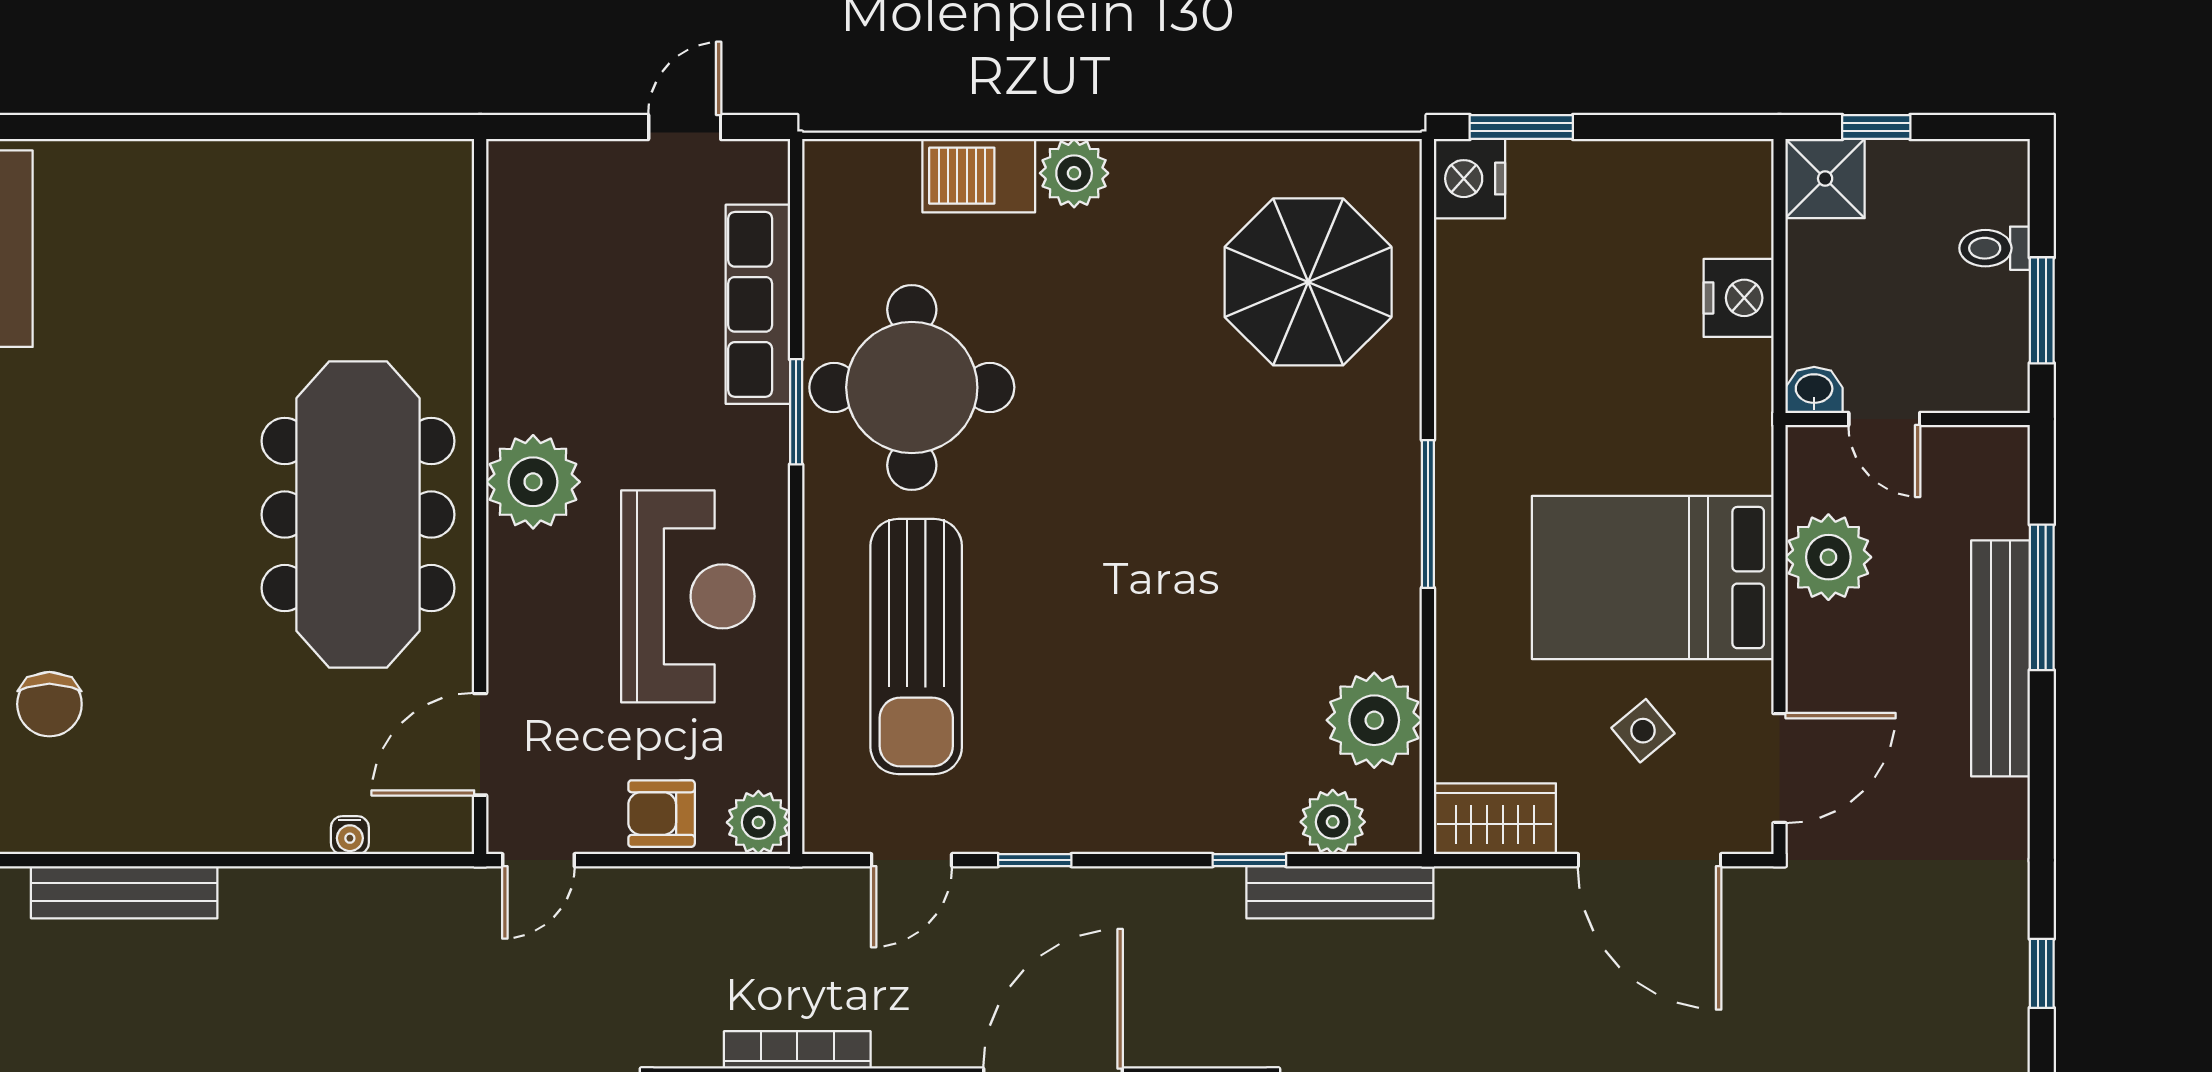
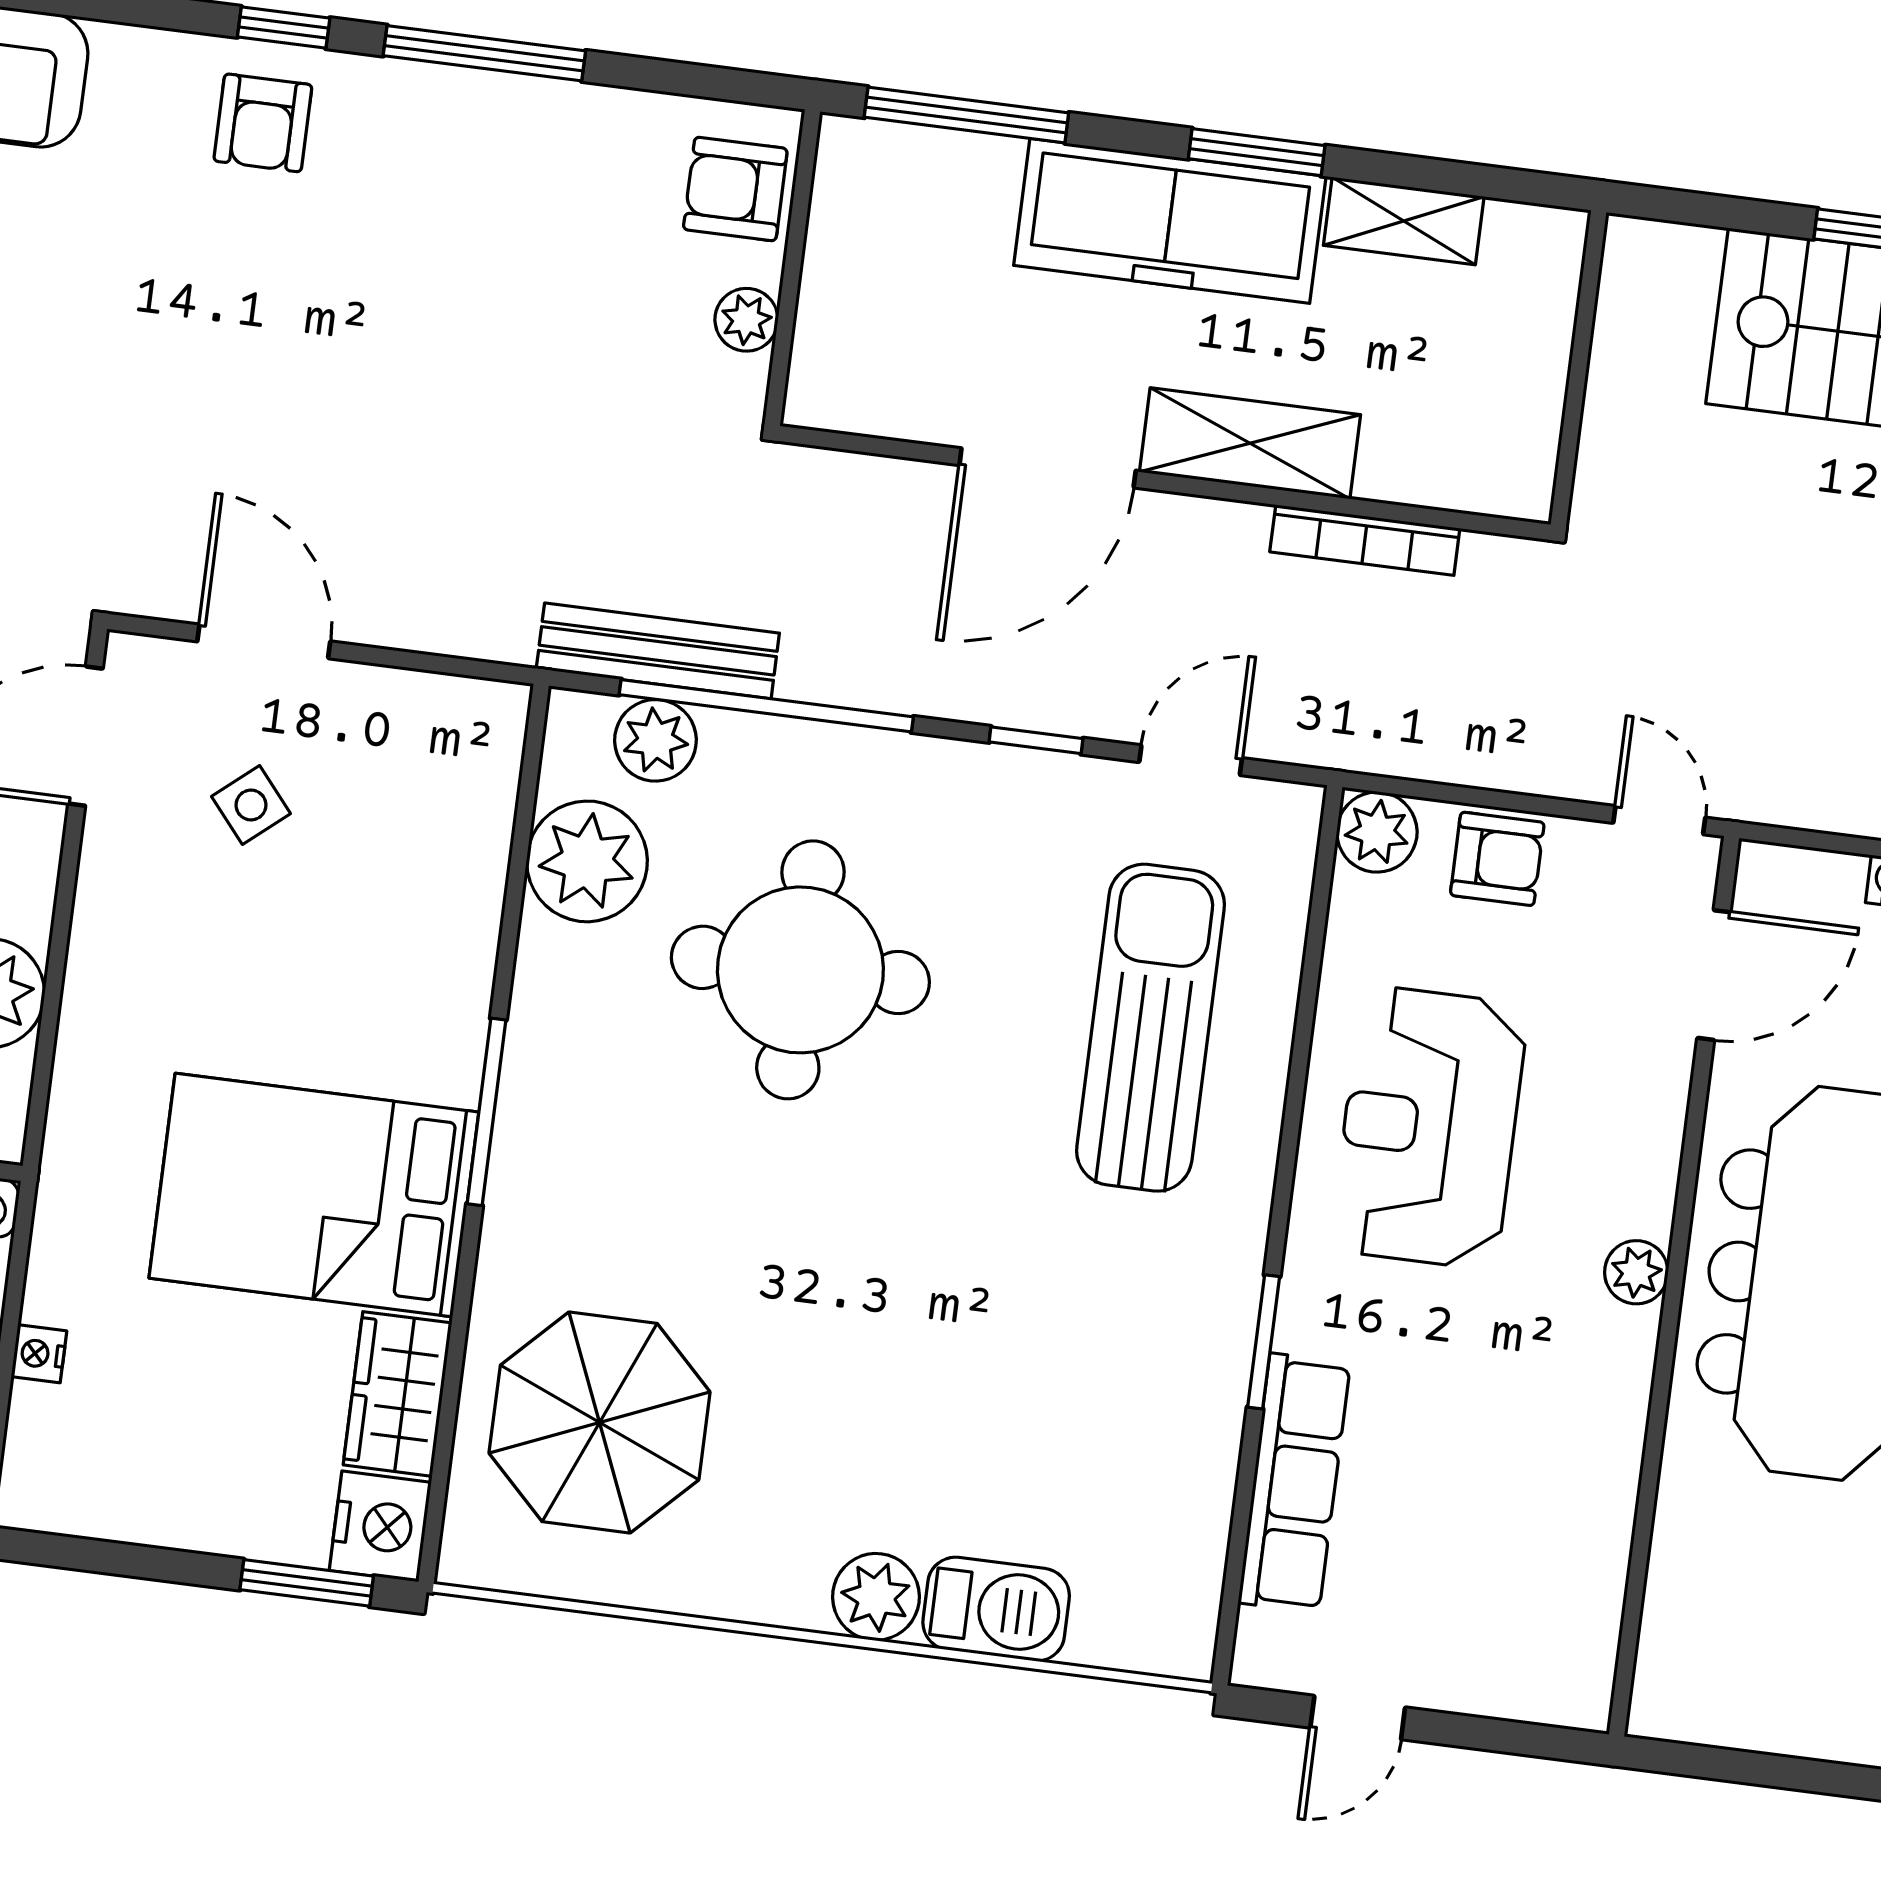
nightstand: (1739, 298) -> (39, 1354), width x0.53, depth x0.56
round table: (912, 387) -> (800, 970), moved
plant: (533, 482) -> (1636, 1272), width x0.53, depth x0.53
bed: (1653, 578) -> (314, 1195), moved, turned 180
wardrobe: (1495, 819) -> (397, 1394), moved, turned 90
door: (539, 860) -> (1659, 820), hinge flipped
window: (1249, 860) -> (766, 706), width x3.17
door: (1649, 860) -> (264, 641), width x0.73

